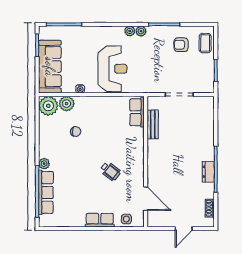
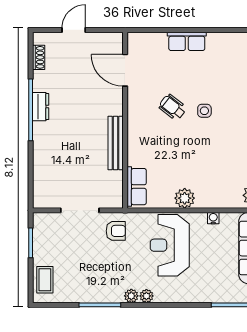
armchair: (181, 45) -> (116, 231), moved
plant: (67, 104) -> (185, 198), moved
bench: (153, 124) -> (116, 143), moved, width x1.36
chair: (76, 132) -> (219, 161), removed
side table: (126, 219) -> (204, 111), moved

